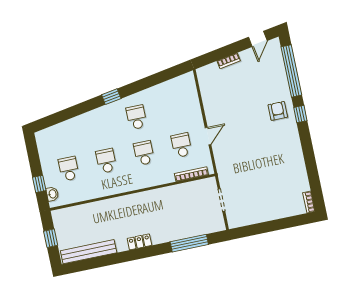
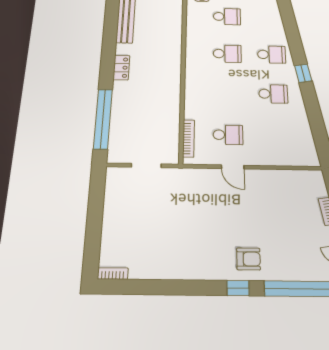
school desk: (144, 153) -> (271, 55), moved
window: (189, 243) -> (103, 119), width x1.46

